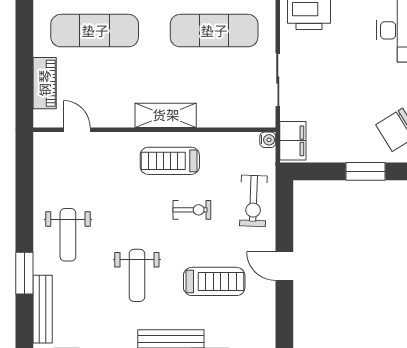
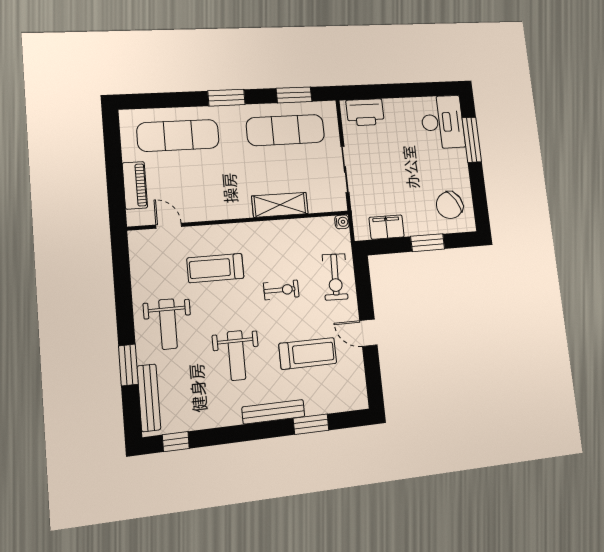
shelving: (166, 115) -> (280, 205), moved
filing cabinet: (293, 141) -> (387, 227), moved, turned -90
treadmill: (170, 161) -> (215, 268), moved

